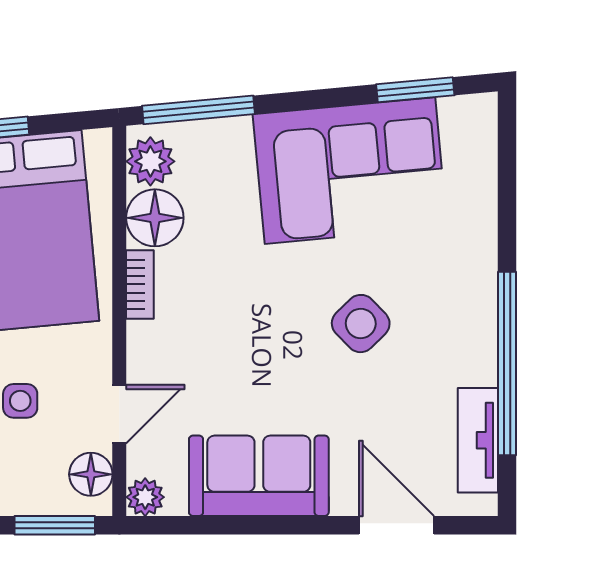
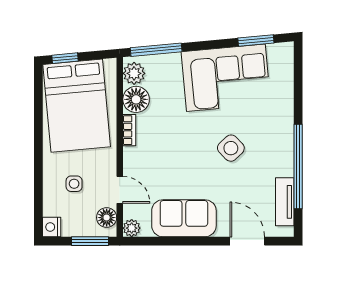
door: (119, 414) -> (120, 190), hinge flipped

